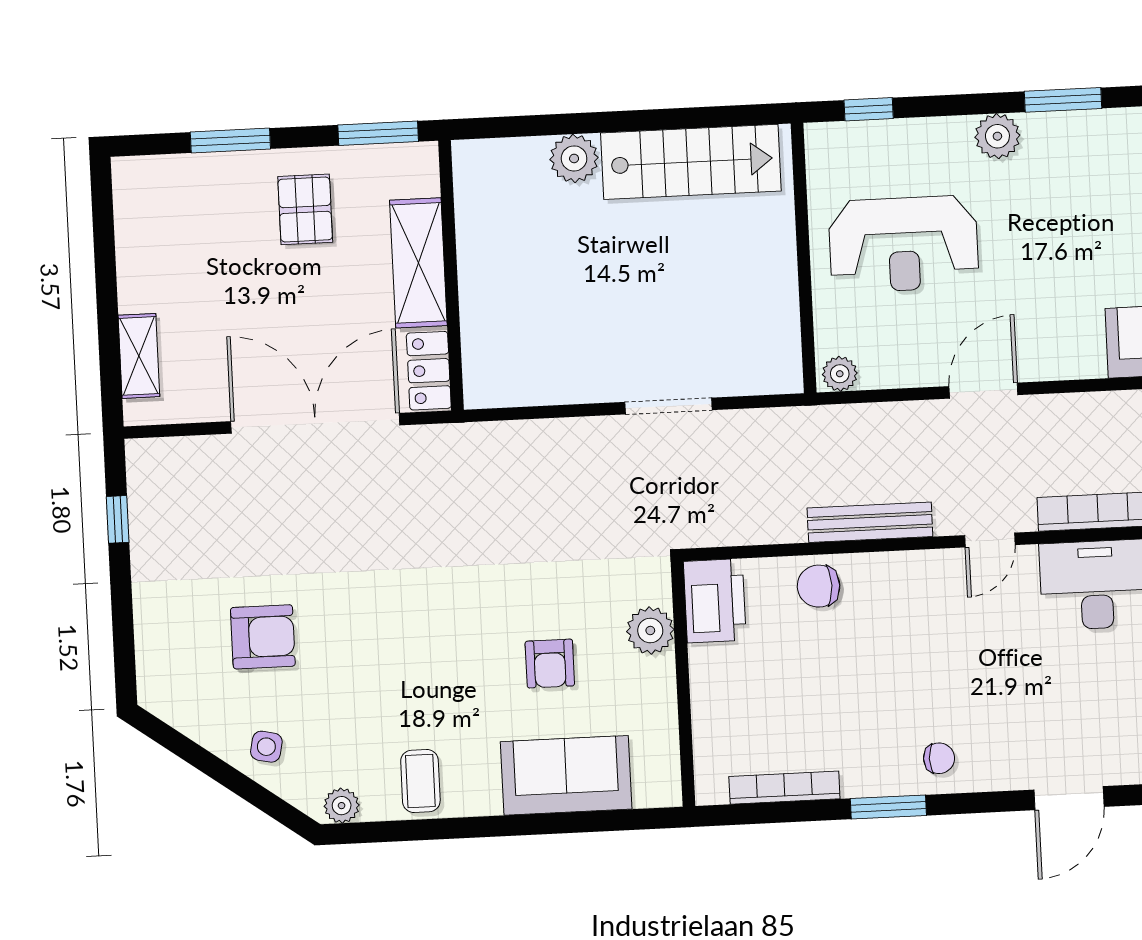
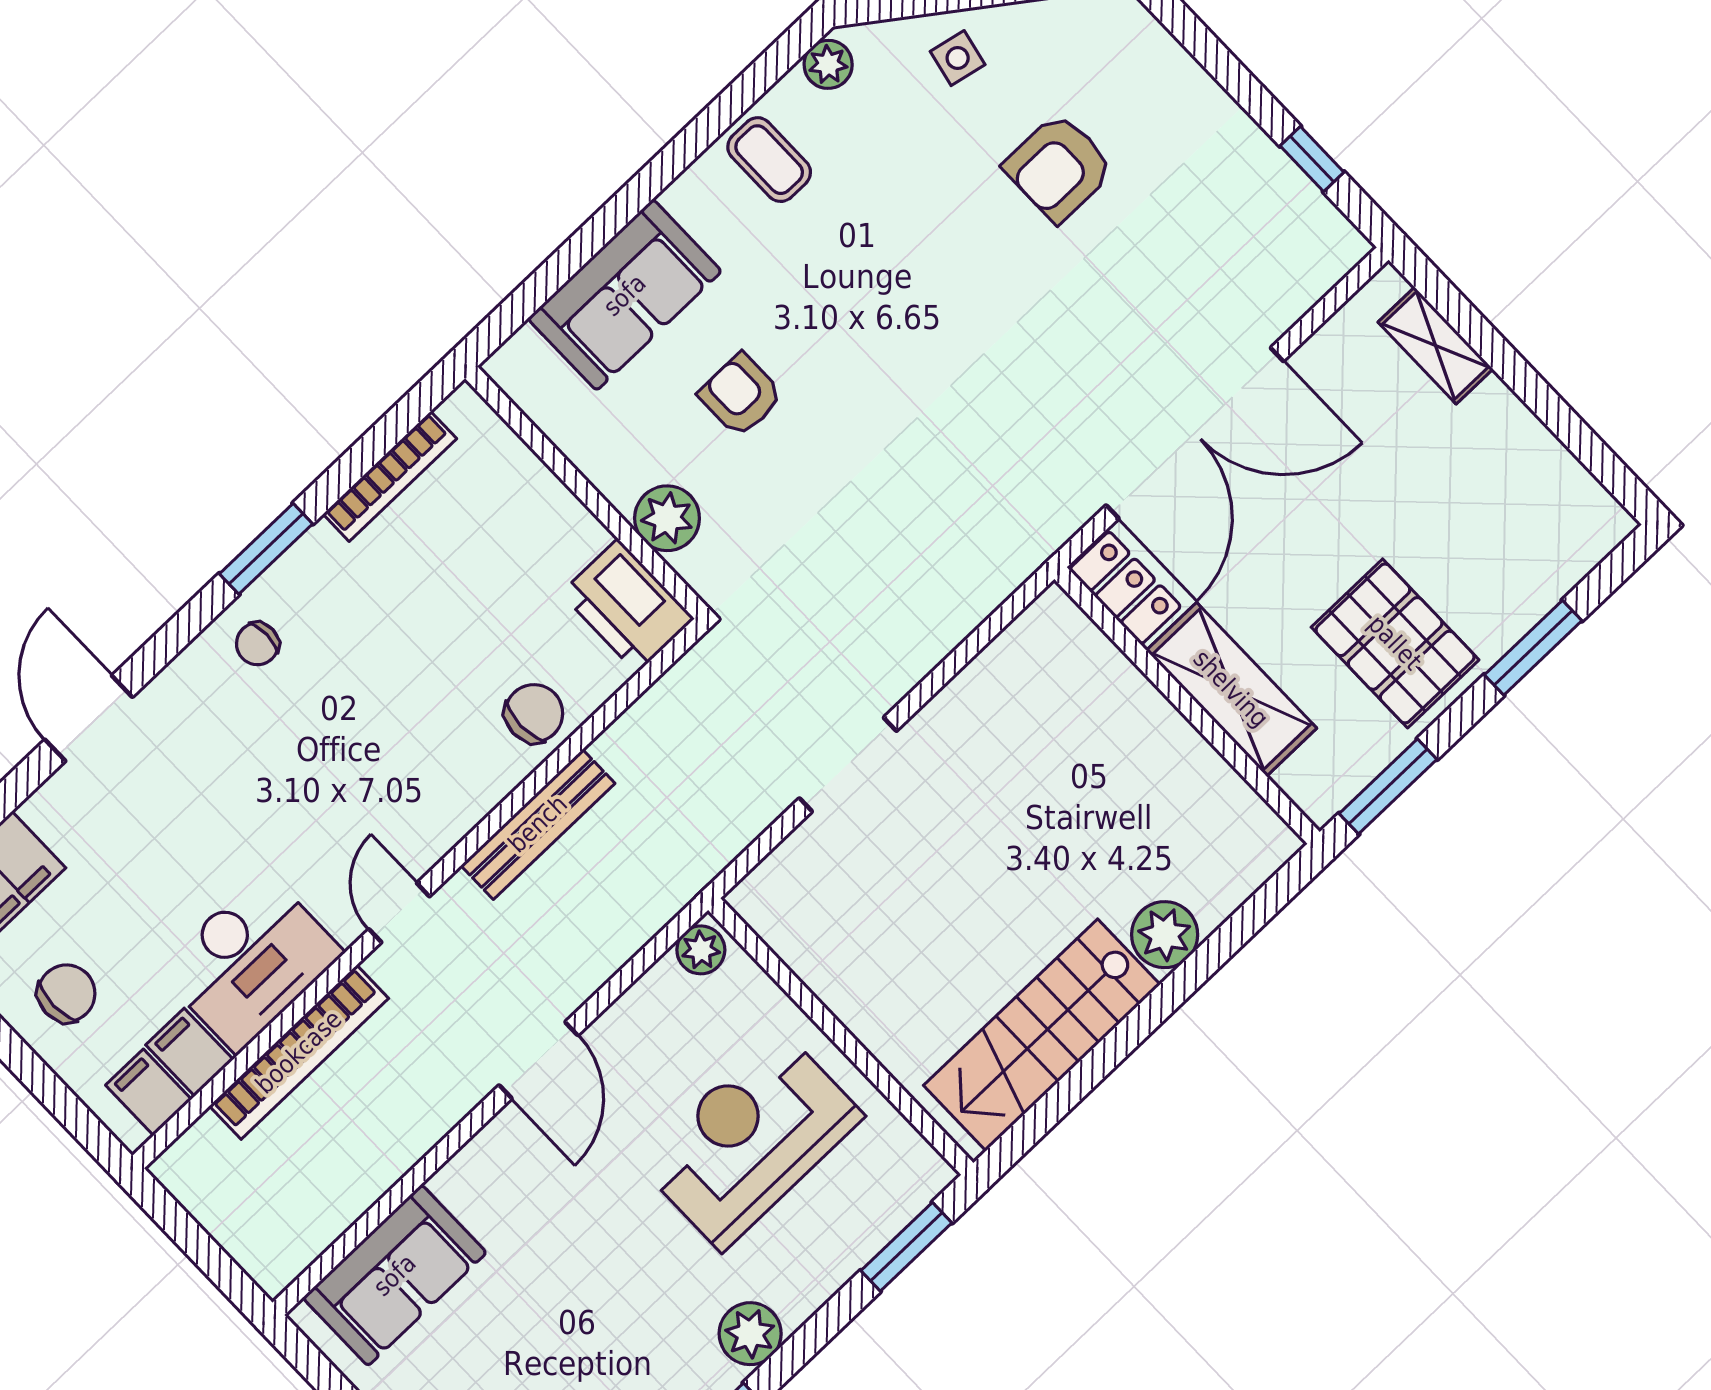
window: (869, 109) -> (906, 1247), width x1.50
pallet: (305, 209) -> (1395, 643), width x1.50, depth x1.42

